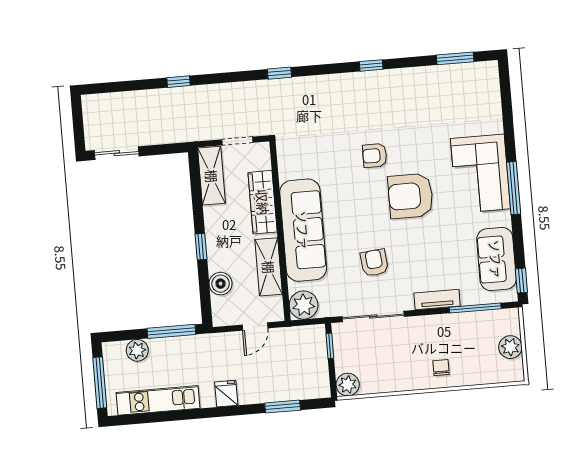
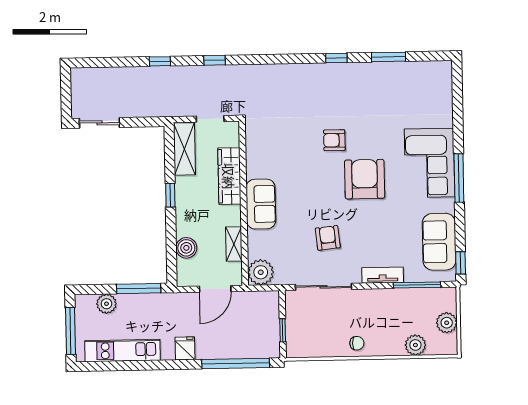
window: (455, 58) -> (388, 57), moved
window: (279, 73) -> (214, 60), moved
armchair: (411, 196) -> (365, 179), turned 90
sofa: (303, 230) -> (261, 204), width x0.54, depth x0.79
window: (201, 247) -> (170, 195), moved
shelving: (269, 267) -> (234, 244), width x0.67, depth x0.75
door: (255, 326) -> (215, 289), width x1.38
window: (330, 346) -> (283, 330), moved
chair: (441, 368) -> (357, 343), moved, turned 89
plant: (348, 385) -> (415, 345), moved
window: (283, 407) -> (236, 363), width x2.11

